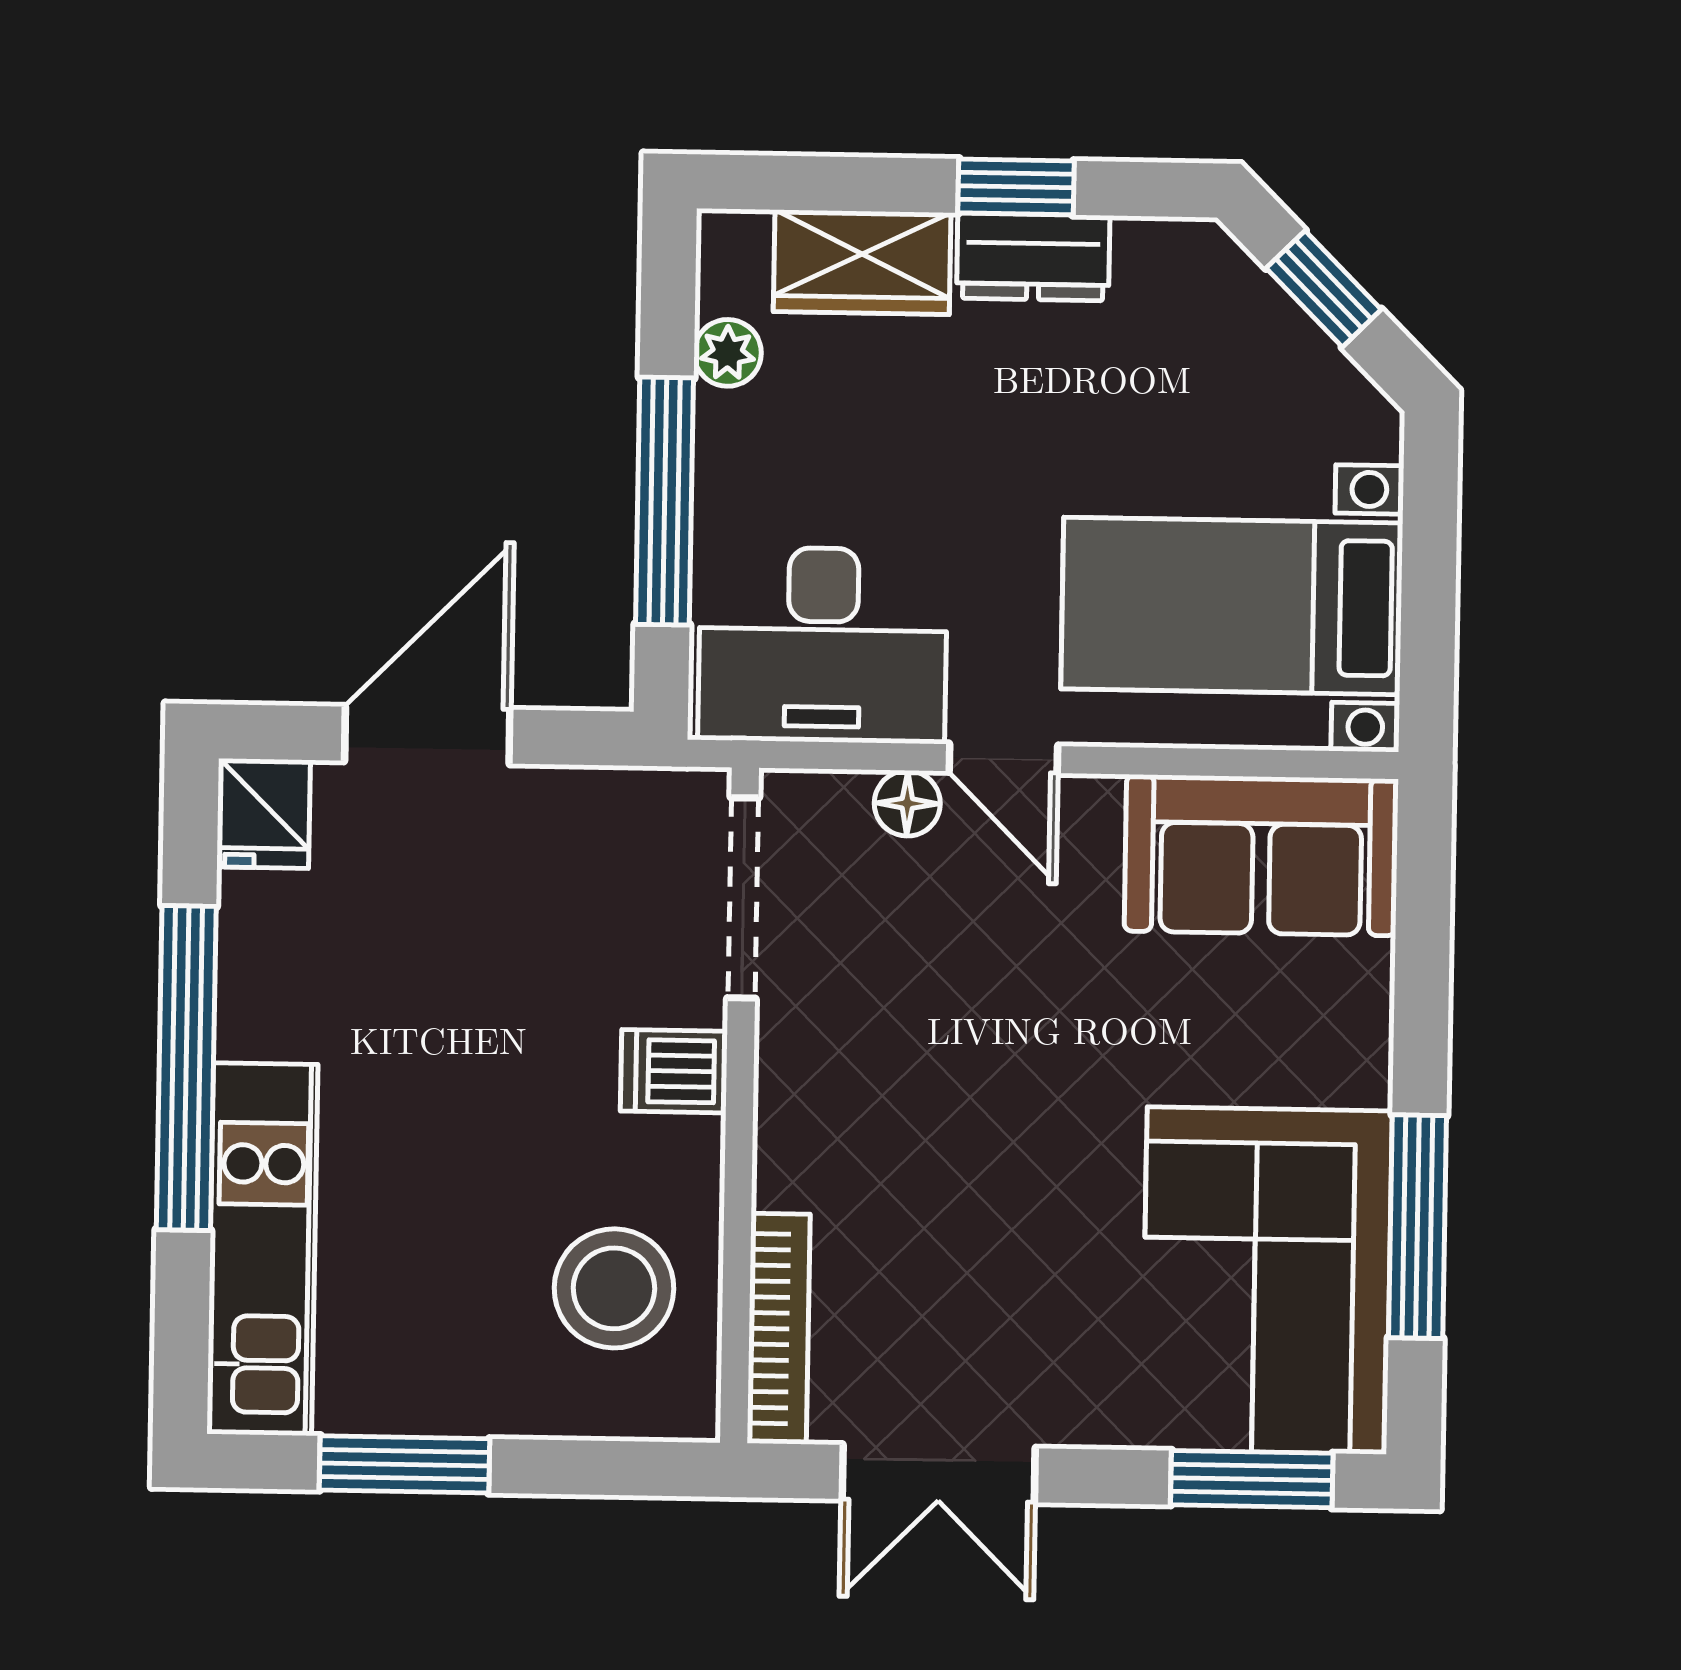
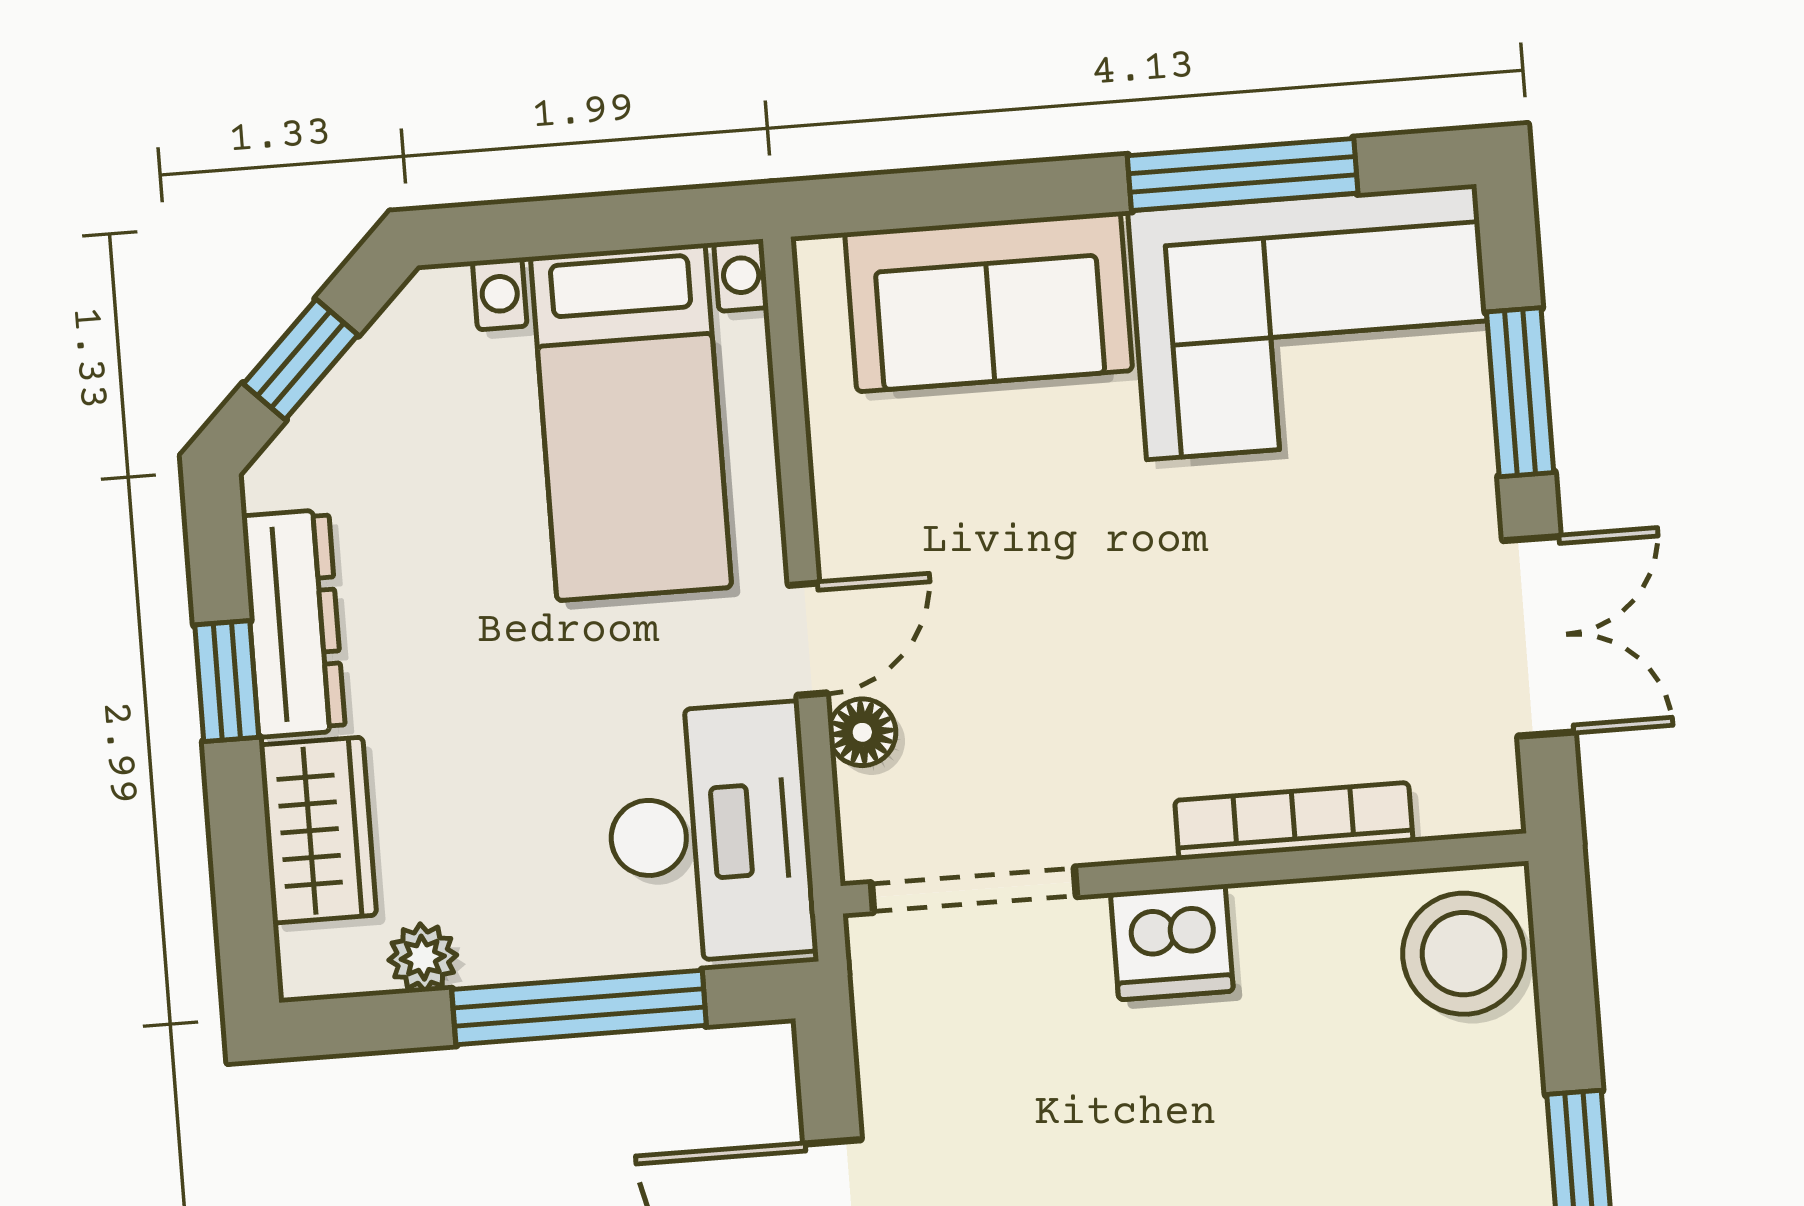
dresser: (1033, 257) -> (294, 623), width x1.44
sofa: (1261, 855) -> (989, 302), moved, turned 90
dishwasher: (674, 1071) -> (1172, 942), width x1.38
stool: (614, 1288) -> (1463, 954), moved
bookcase: (779, 1329) -> (1294, 821), moved
window: (1252, 1479) -> (1520, 392), moved

